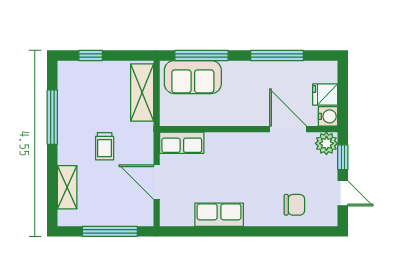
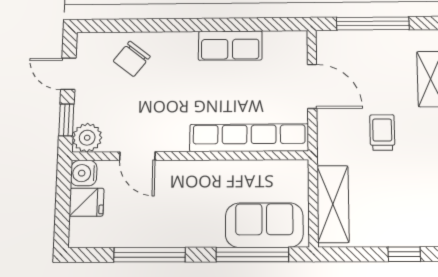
door: (288, 129) -> (137, 156), width x0.73
row of seats: (182, 143) -> (249, 138), width x2.02
chair: (294, 205) -> (132, 59), turned -52

